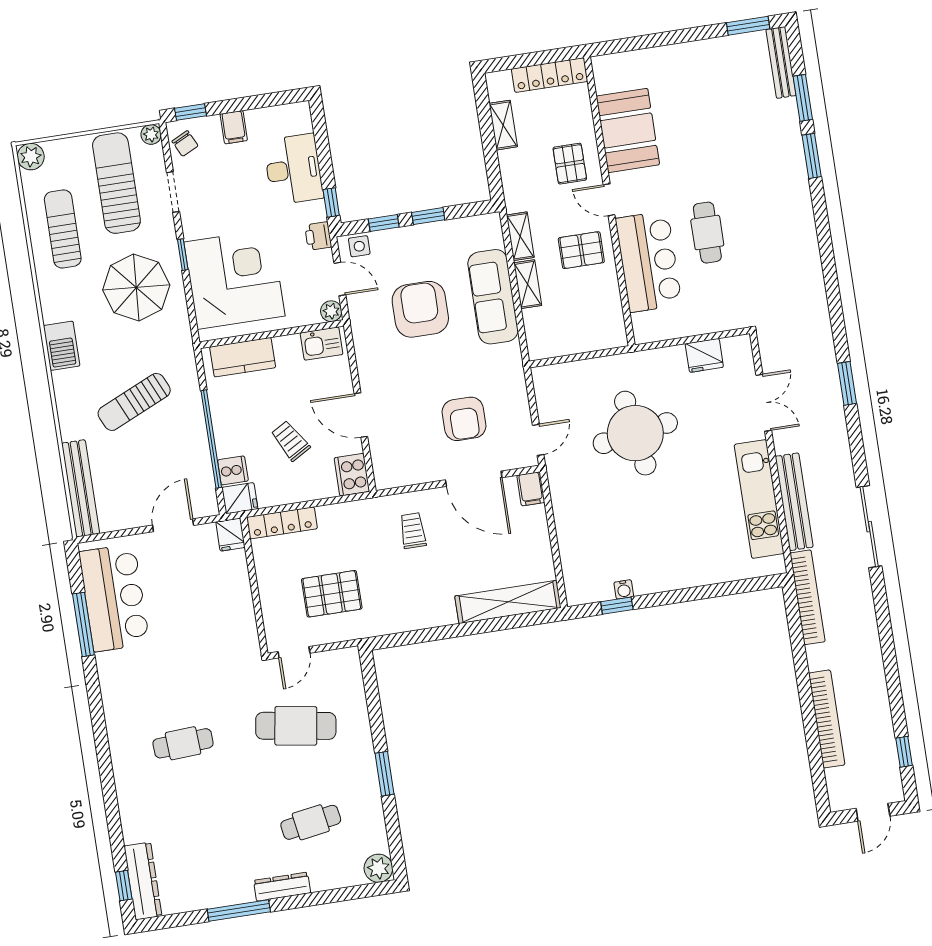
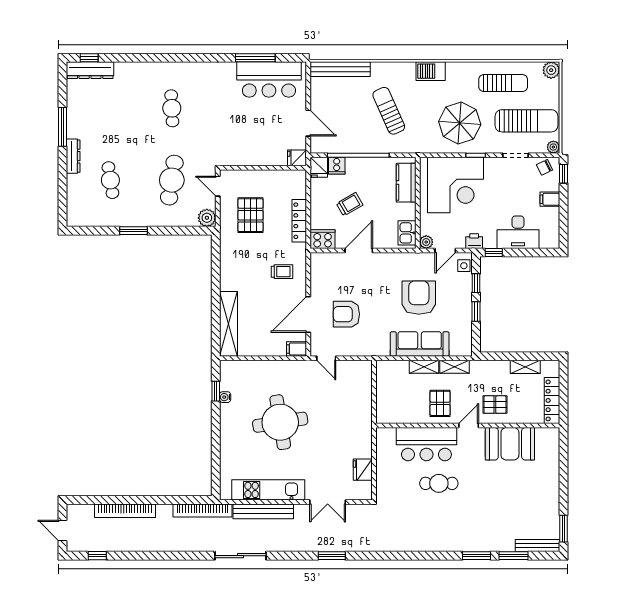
armchair: (420, 309) -> (419, 298), turned -90
round table: (635, 433) -> (280, 422), moved
locker: (282, 523) -> (299, 221), moved
plant: (378, 868) -> (207, 218), moved

